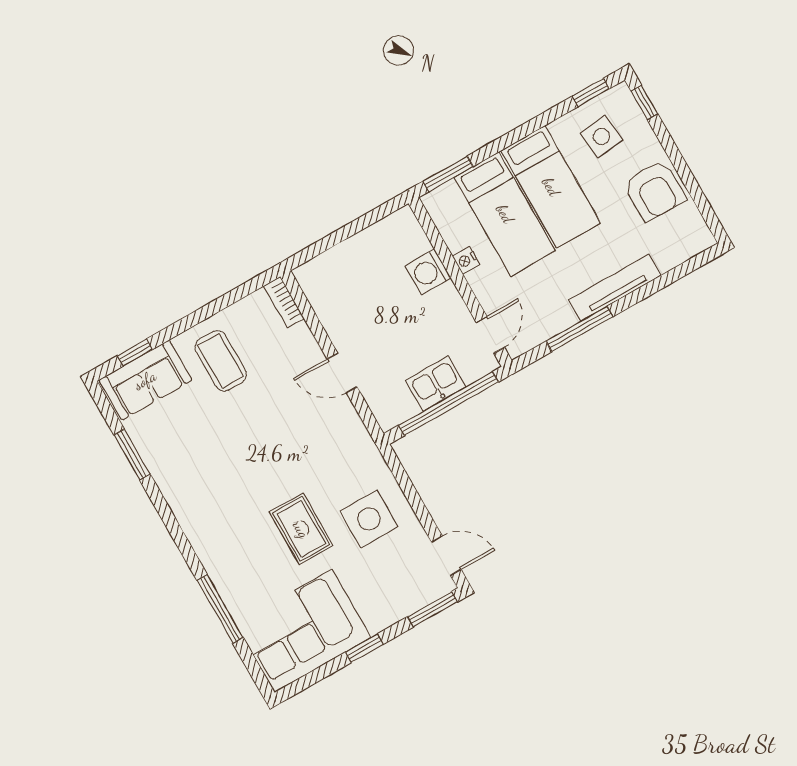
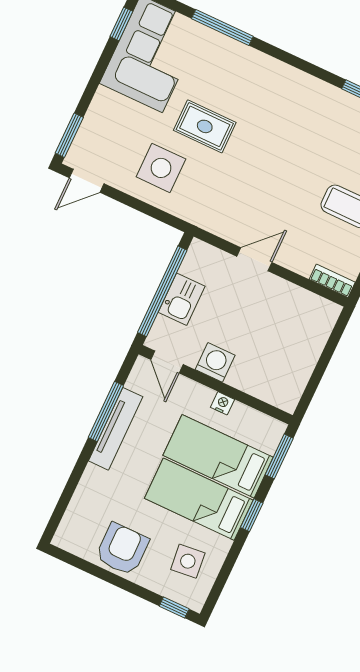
window: (591, 92) -> (252, 515), moved
armchair: (654, 191) -> (122, 549), turned 90
washing machine: (428, 272) -> (215, 362), moved
tv unit: (615, 288) -> (116, 429), moved
window: (364, 648) -> (121, 24), moved

